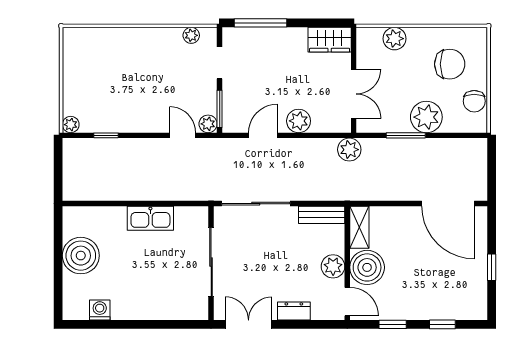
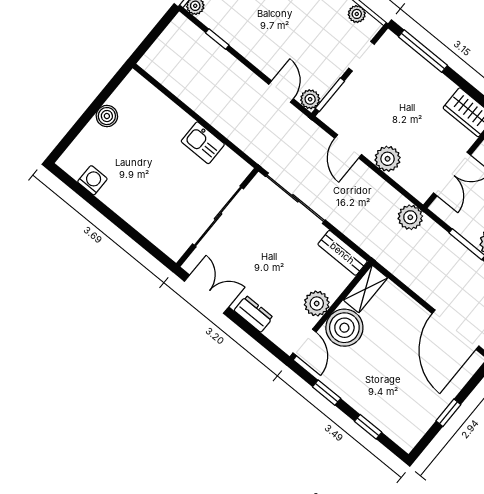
door: (263, 135) -> (348, 146), swing flipped
kitchen sink: (150, 218) -> (203, 143), width x0.73
boiler: (81, 256) -> (107, 116), width x0.54, depth x0.54

